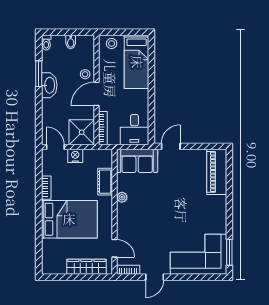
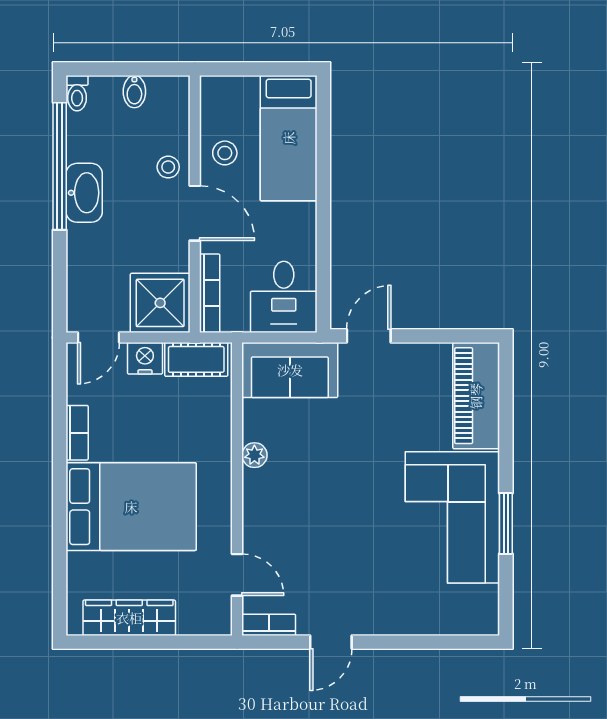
stool: (112, 43) -> (225, 153), moved
window: (39, 74) -> (60, 166), width x2.11
door: (96, 94) -> (195, 213), swing flipped
door: (55, 147) -> (98, 337), swing flipped
cot: (105, 182) -> (196, 359), moved, turned 90
window: (229, 252) -> (506, 524), moved
corner sofa: (198, 254) -> (452, 517), moved, turned -90
wardrobe: (86, 267) -> (129, 618), moved

